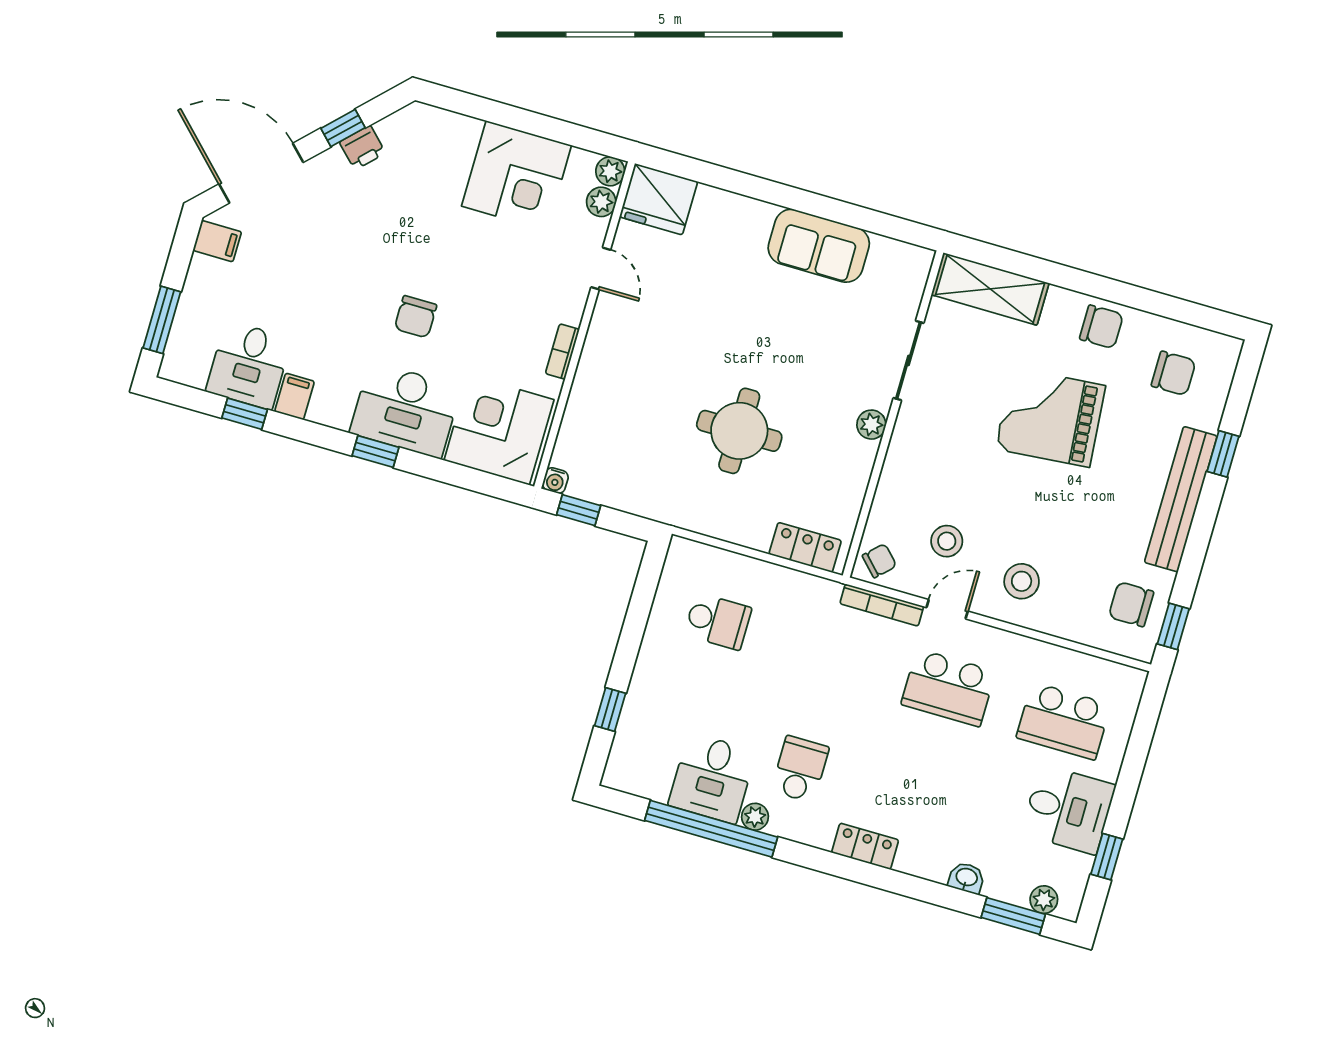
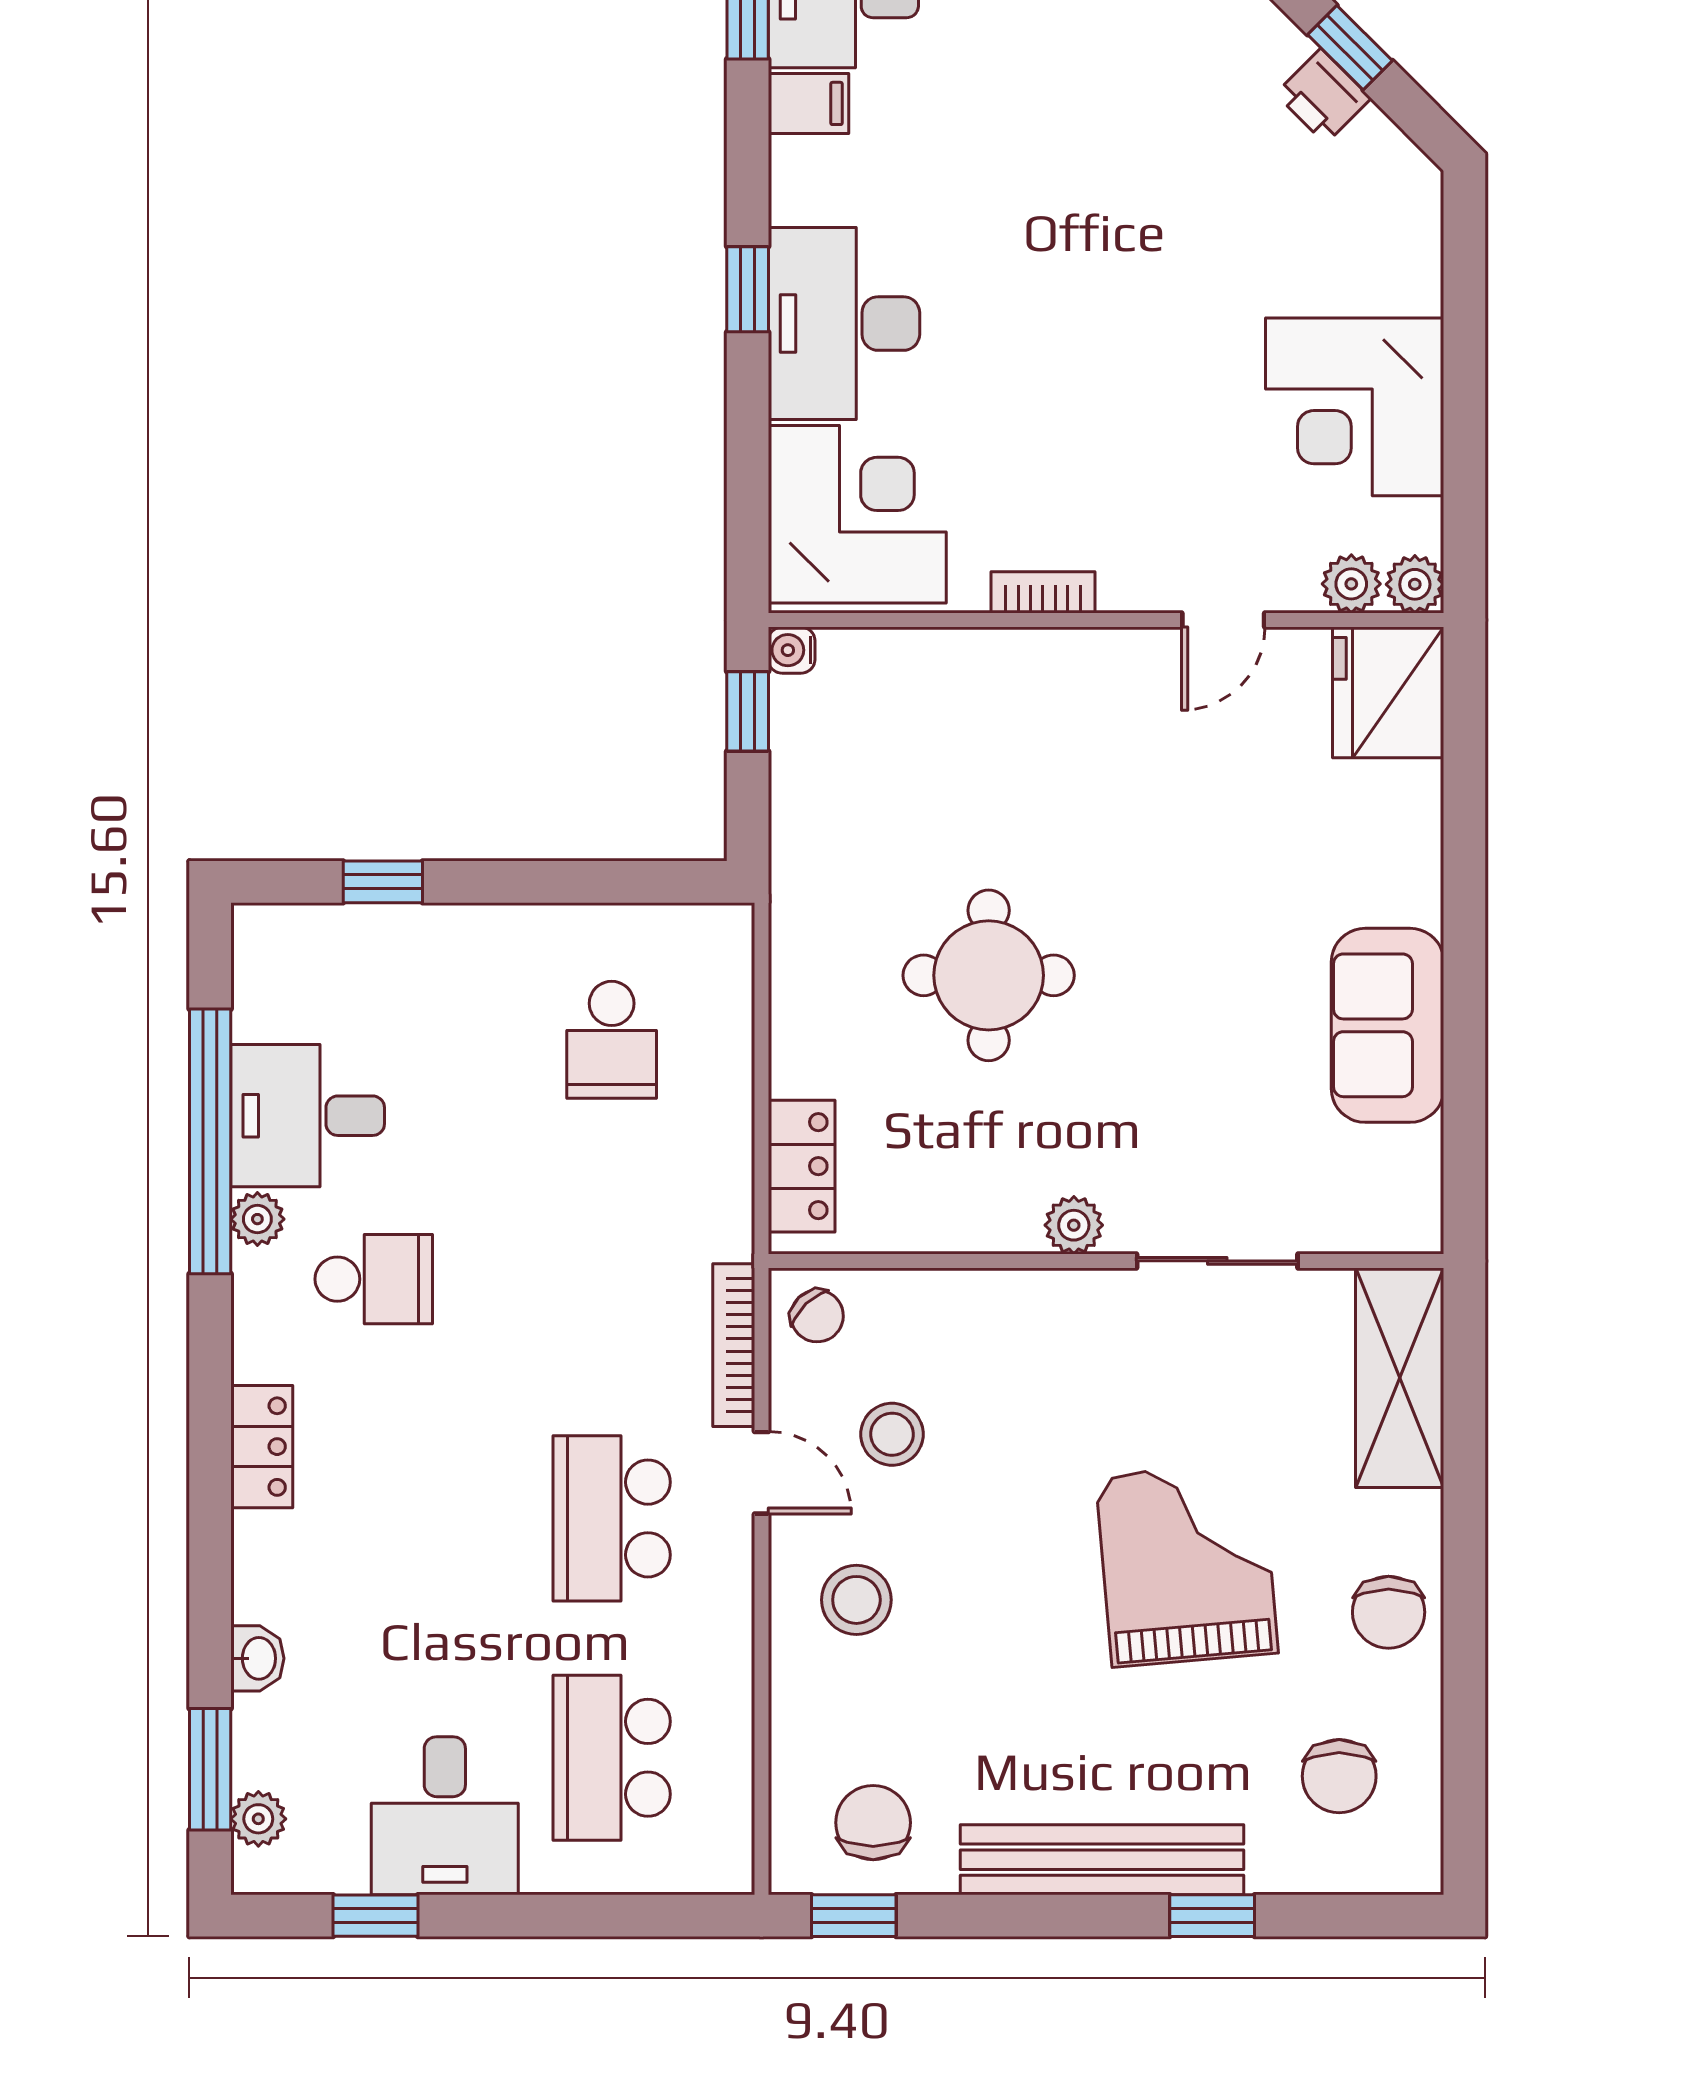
chair: (416, 317) -> (1028, 291), removed

